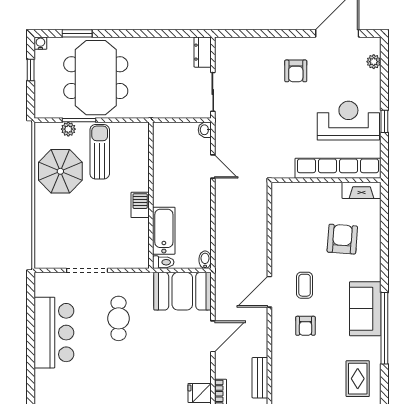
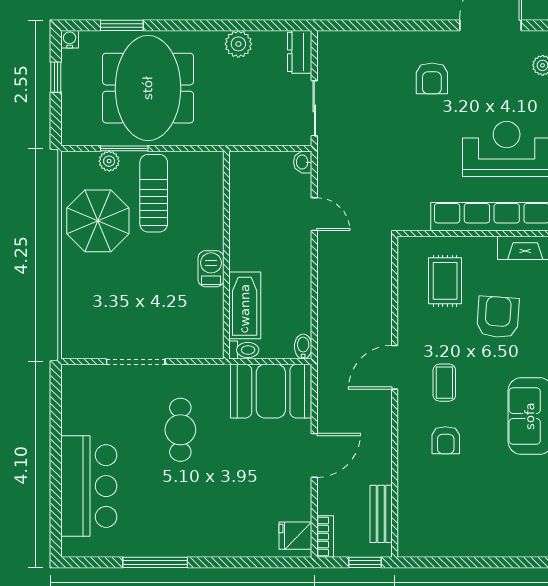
plant: (159, 47) -> (238, 44), added
door: (269, 292) -> (395, 367), moved
bar counter: (54, 333) -> (89, 486), moved
rug: (358, 379) -> (445, 281), moved

